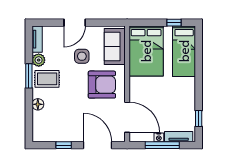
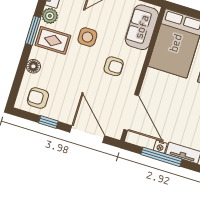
side table: (82, 56) -> (87, 37), moved
armchair: (102, 85) -> (114, 66), width x0.53, depth x0.53
armchair: (49, 128) -> (38, 98), added

